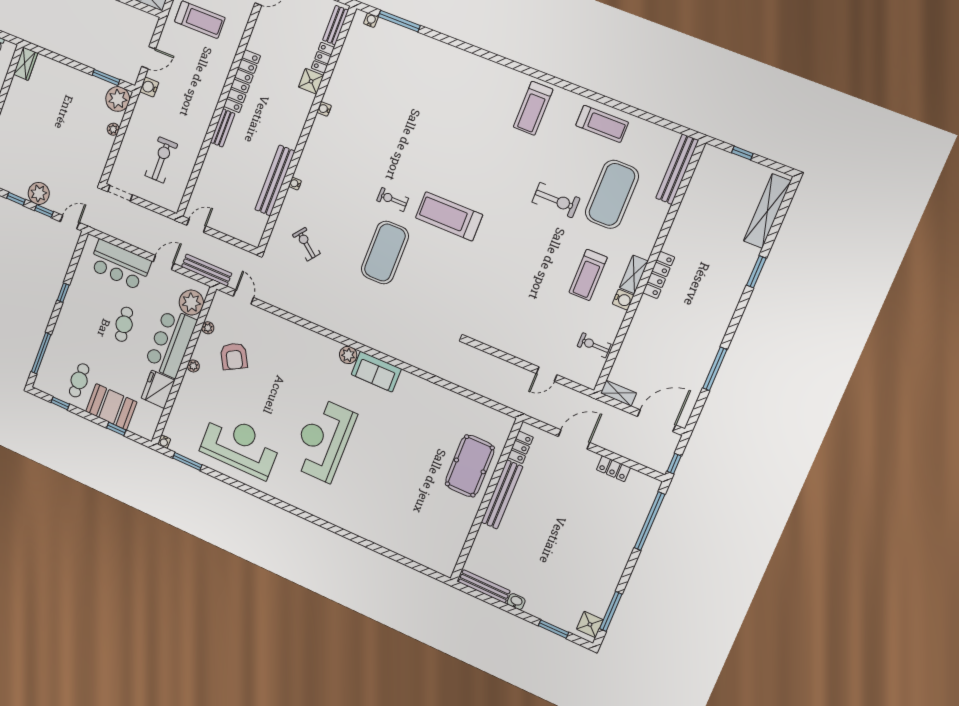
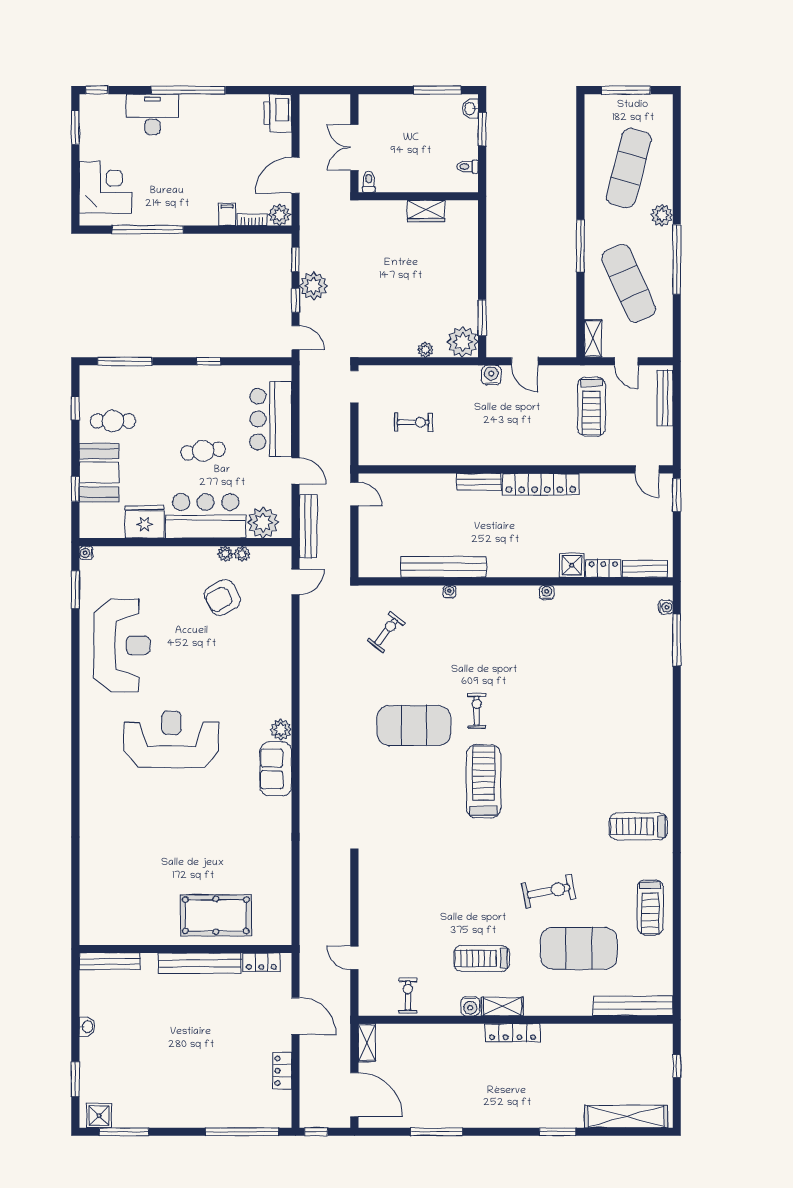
wardrobe: (26, 64) -> (426, 211), moved
exercise bike: (161, 160) -> (413, 422), width x0.73, depth x0.72
exercise bike: (556, 200) -> (549, 891), turned -101
plant: (193, 366) -> (225, 554), moved
bench: (484, 586) -> (110, 961), moved, turned 90

